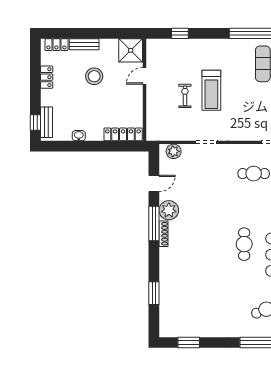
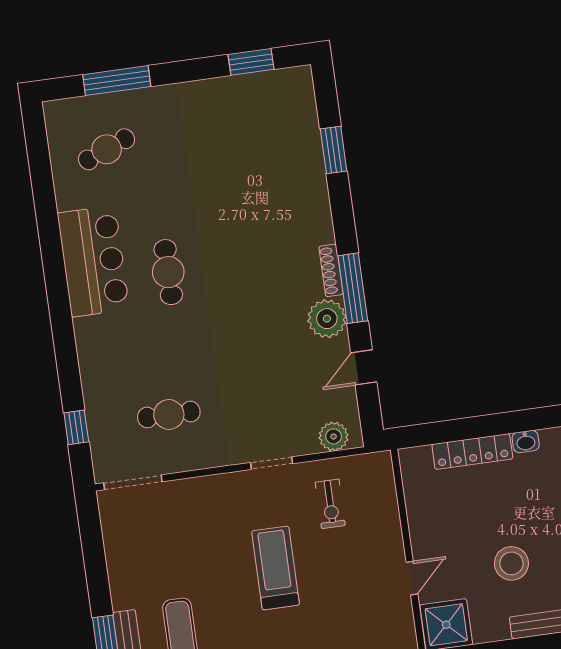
exercise bike: (185, 96) -> (330, 504), moved
locker: (123, 134) -> (472, 451), moved

